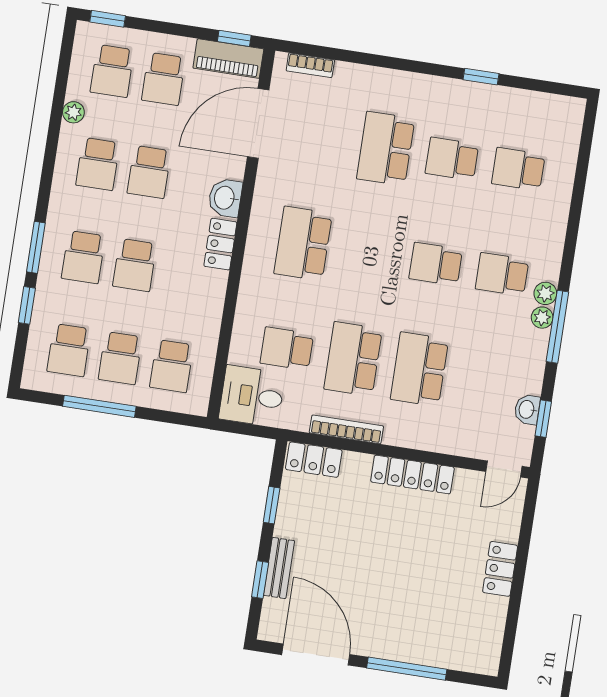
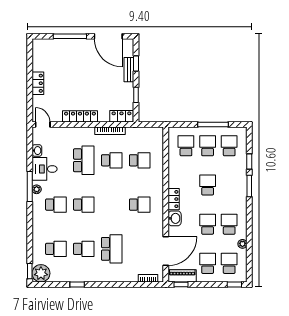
school desk: (303, 243) -> (140, 205), width x0.54
school desk: (83, 257) -> (229, 185), removed
plant: (545, 293) -> (41, 273), moved, width x1.88, depth x1.88
school desk: (353, 359) -> (112, 160), width x0.54
desk: (252, 396) -> (45, 169), moved, turned 180
window: (543, 419) -> (30, 271), moved
door: (504, 469) -> (43, 125), hinge flipped

